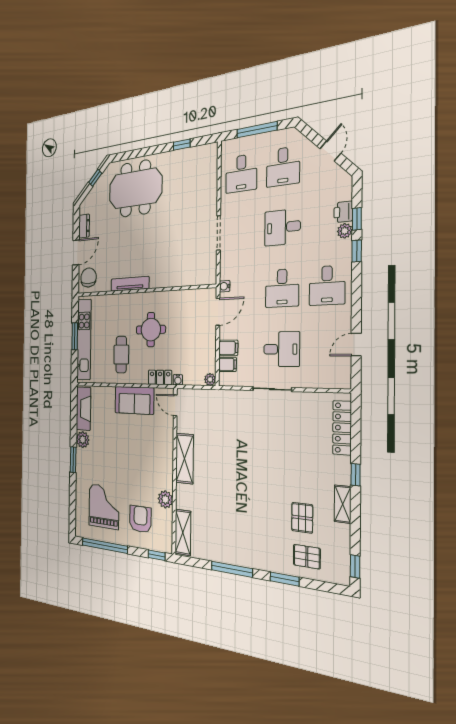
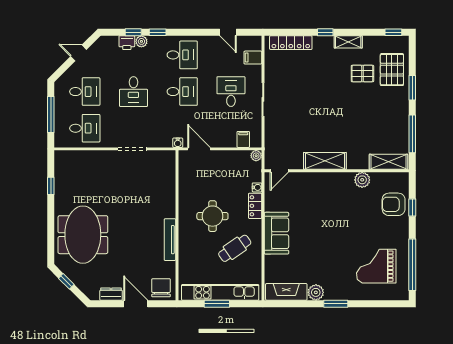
chair: (89, 278) -> (161, 288), turned 90
filing cabinet: (228, 348) -> (253, 58), moved, turned -90
cafe table: (121, 355) -> (235, 248), turned -35
door: (175, 405) -> (279, 171), moved
shelving: (184, 459) -> (325, 161), moved
wall: (175, 471) -> (337, 171), moved
plant: (165, 499) -> (362, 180), moved
armchair: (140, 519) -> (394, 204), moved
shelving: (183, 532) -> (388, 162), moved
pallet: (307, 557) -> (392, 70), width x1.50, depth x1.42

